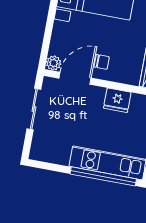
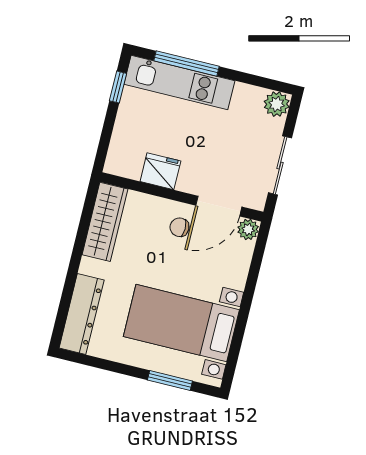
plant: (39, 152) -> (277, 104), added
window: (103, 176) -> (187, 64), width x0.68

